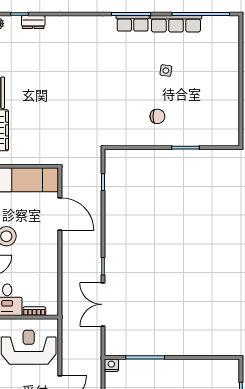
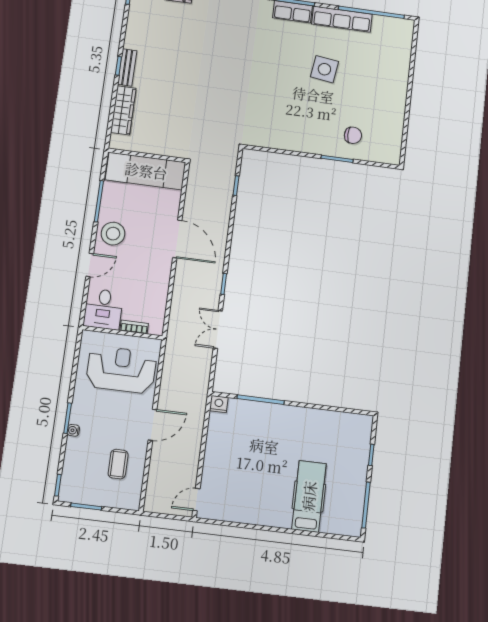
side table: (166, 71) -> (324, 69), width x1.87, depth x1.87
chair: (157, 116) -> (353, 135), moved
door: (60, 214) -> (177, 239), moved
double door: (103, 304) -> (218, 329), width x0.73

